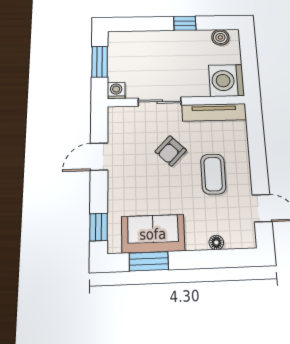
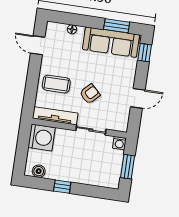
coffee table: (213, 174) -> (56, 84), moved, turned 90
sofa: (153, 234) -> (111, 42), width x1.36

